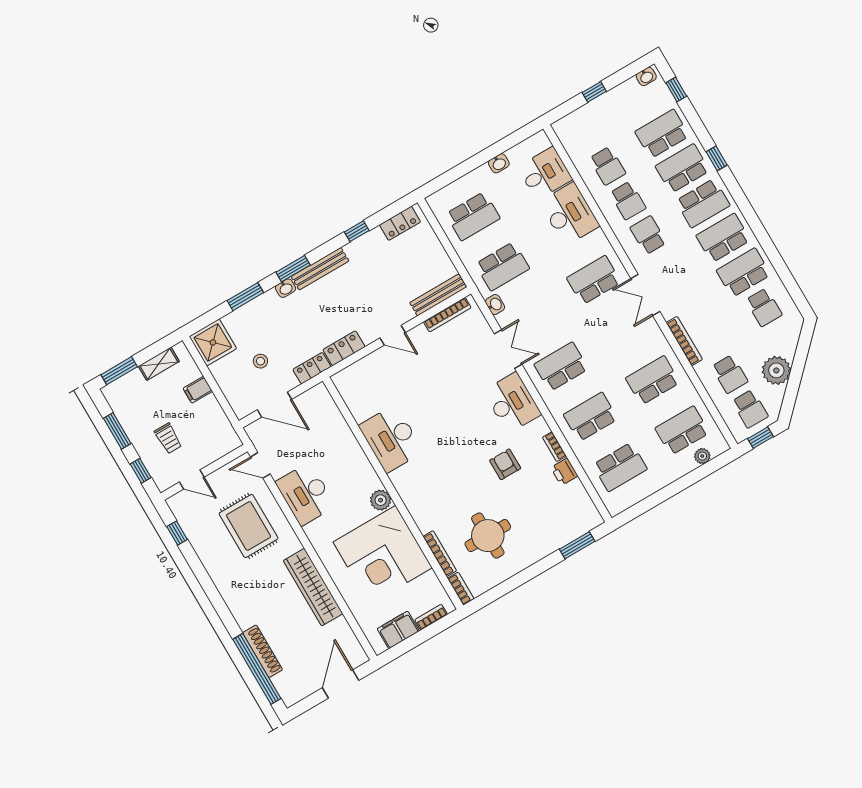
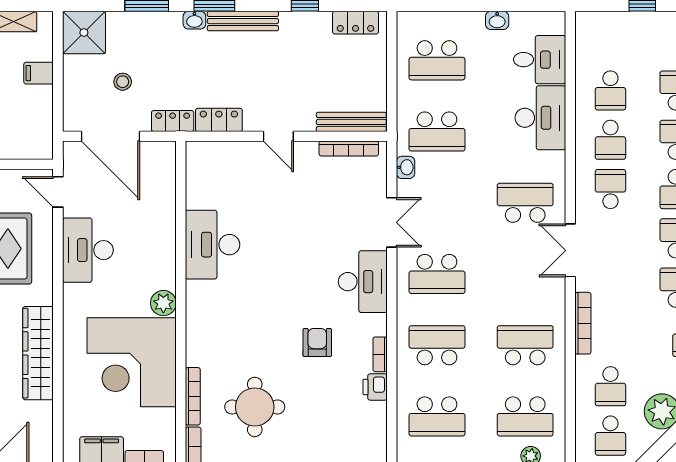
school desk: (561, 367) -> (437, 274), turned 180
door: (274, 405) -> (110, 136), width x1.36
school desk: (682, 431) -> (525, 416), turned 180

